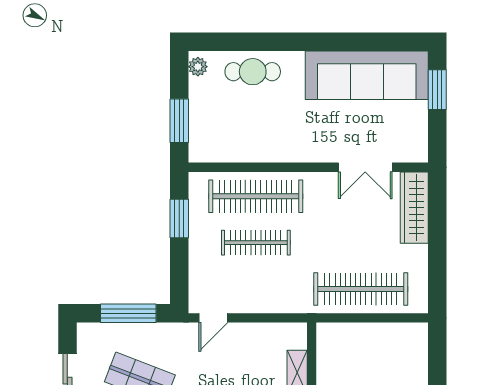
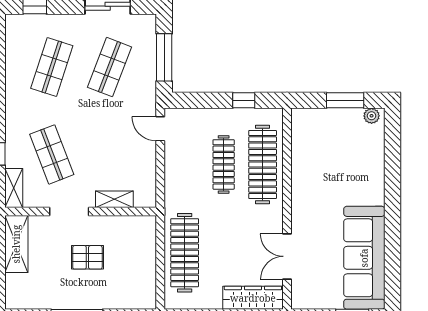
cafe table: (253, 72) -> (367, 162), removed
window: (179, 121) -> (345, 100), moved
window: (179, 219) -> (244, 100), width x0.67

